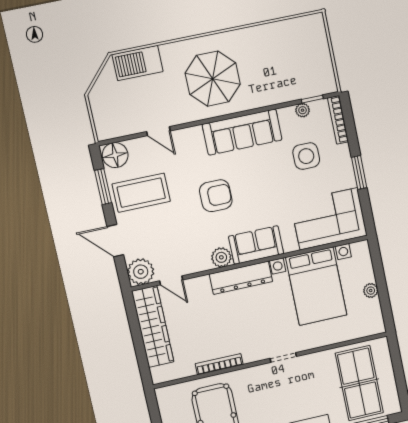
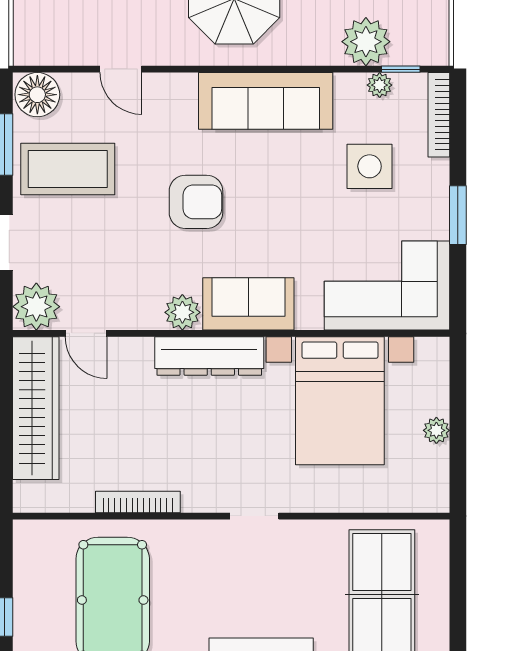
plant: (290, 88) -> (366, 42), added

